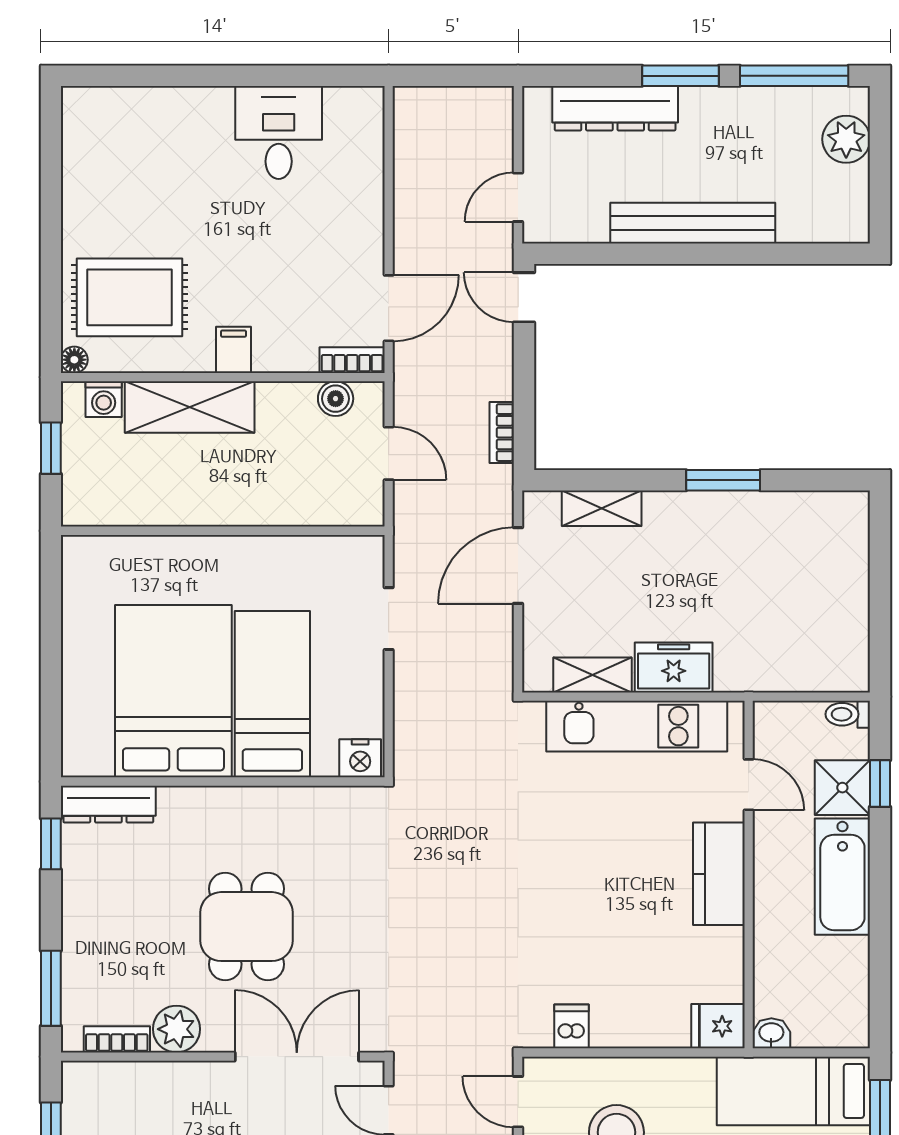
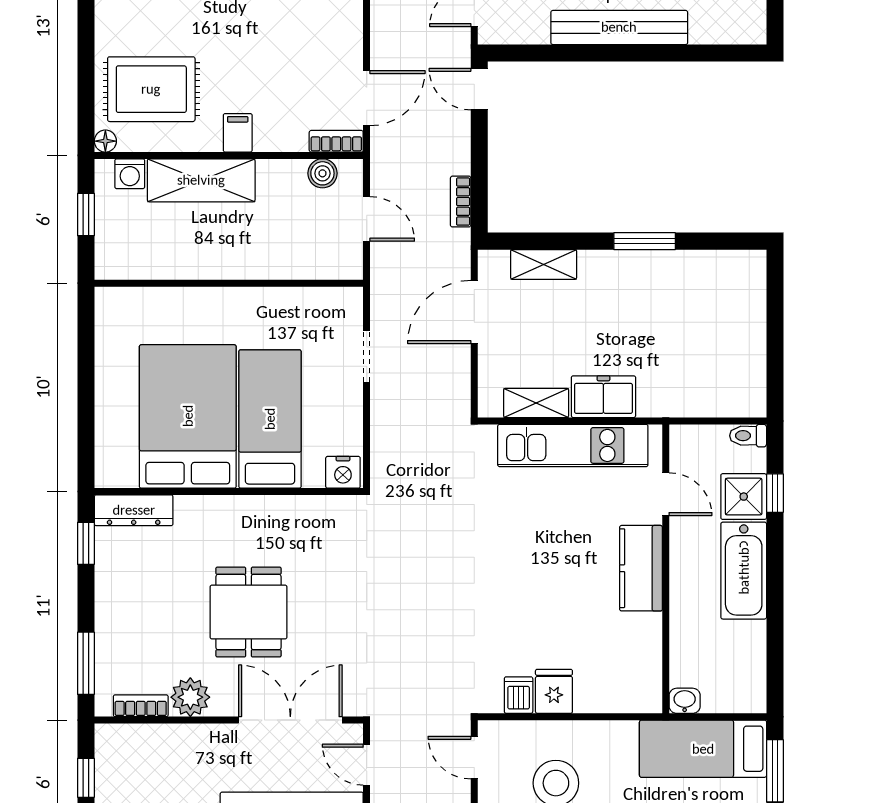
fridge: (718, 1026) -> (554, 691), moved, turned 90

